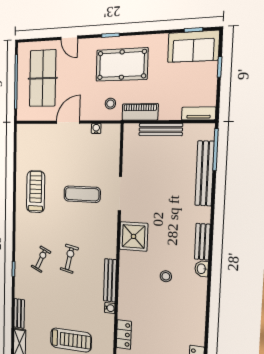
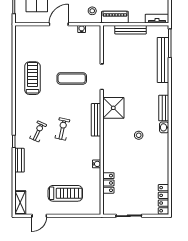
bench: (110, 280) -> (96, 120), moved
bench: (19, 313) -> (19, 160), moved

